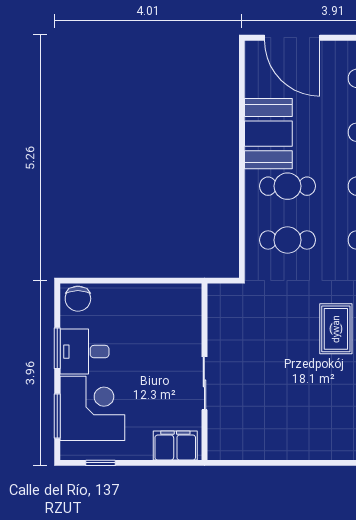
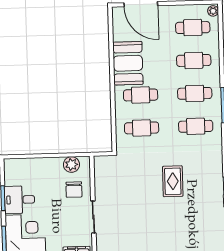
plant: (171, 296) -> (71, 165), added
chair: (78, 299) -> (74, 190), moved

